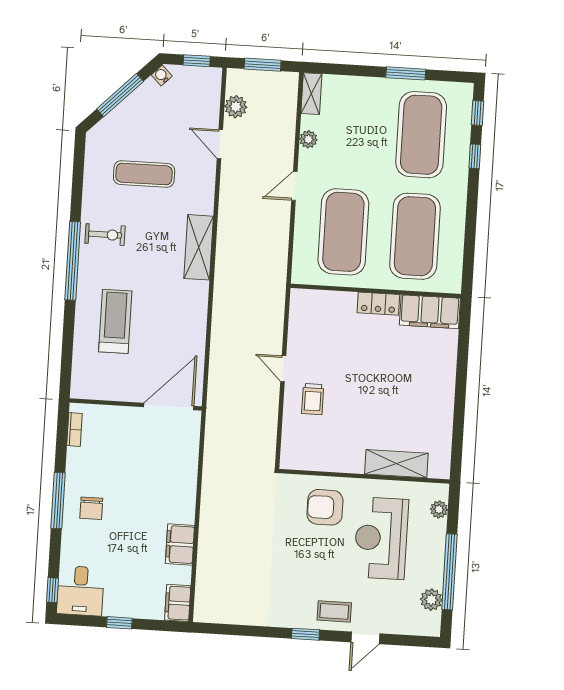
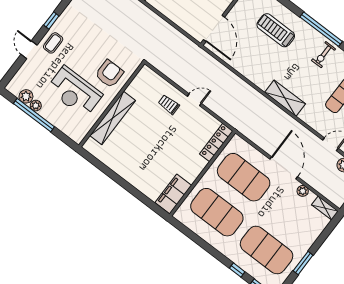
door: (294, 186) -> (284, 168), width x1.87
locker: (378, 304) -> (216, 143), moved, width x1.53
treadmill: (115, 321) -> (276, 30), turned 180
shelving: (396, 464) -> (113, 118), width x1.47
plant: (439, 509) -> (36, 106), moved
reception desk: (381, 538) -> (74, 92), turned 180

